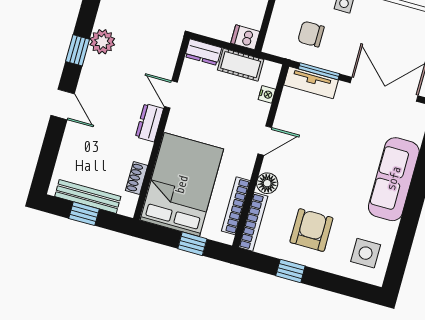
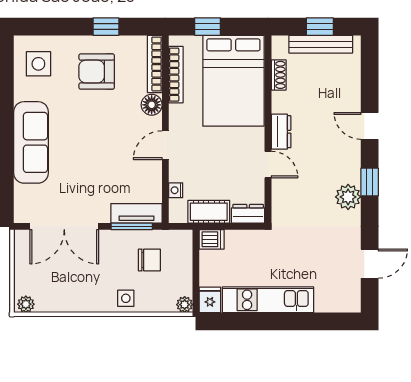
armchair: (311, 230) -> (97, 72), turned 90

